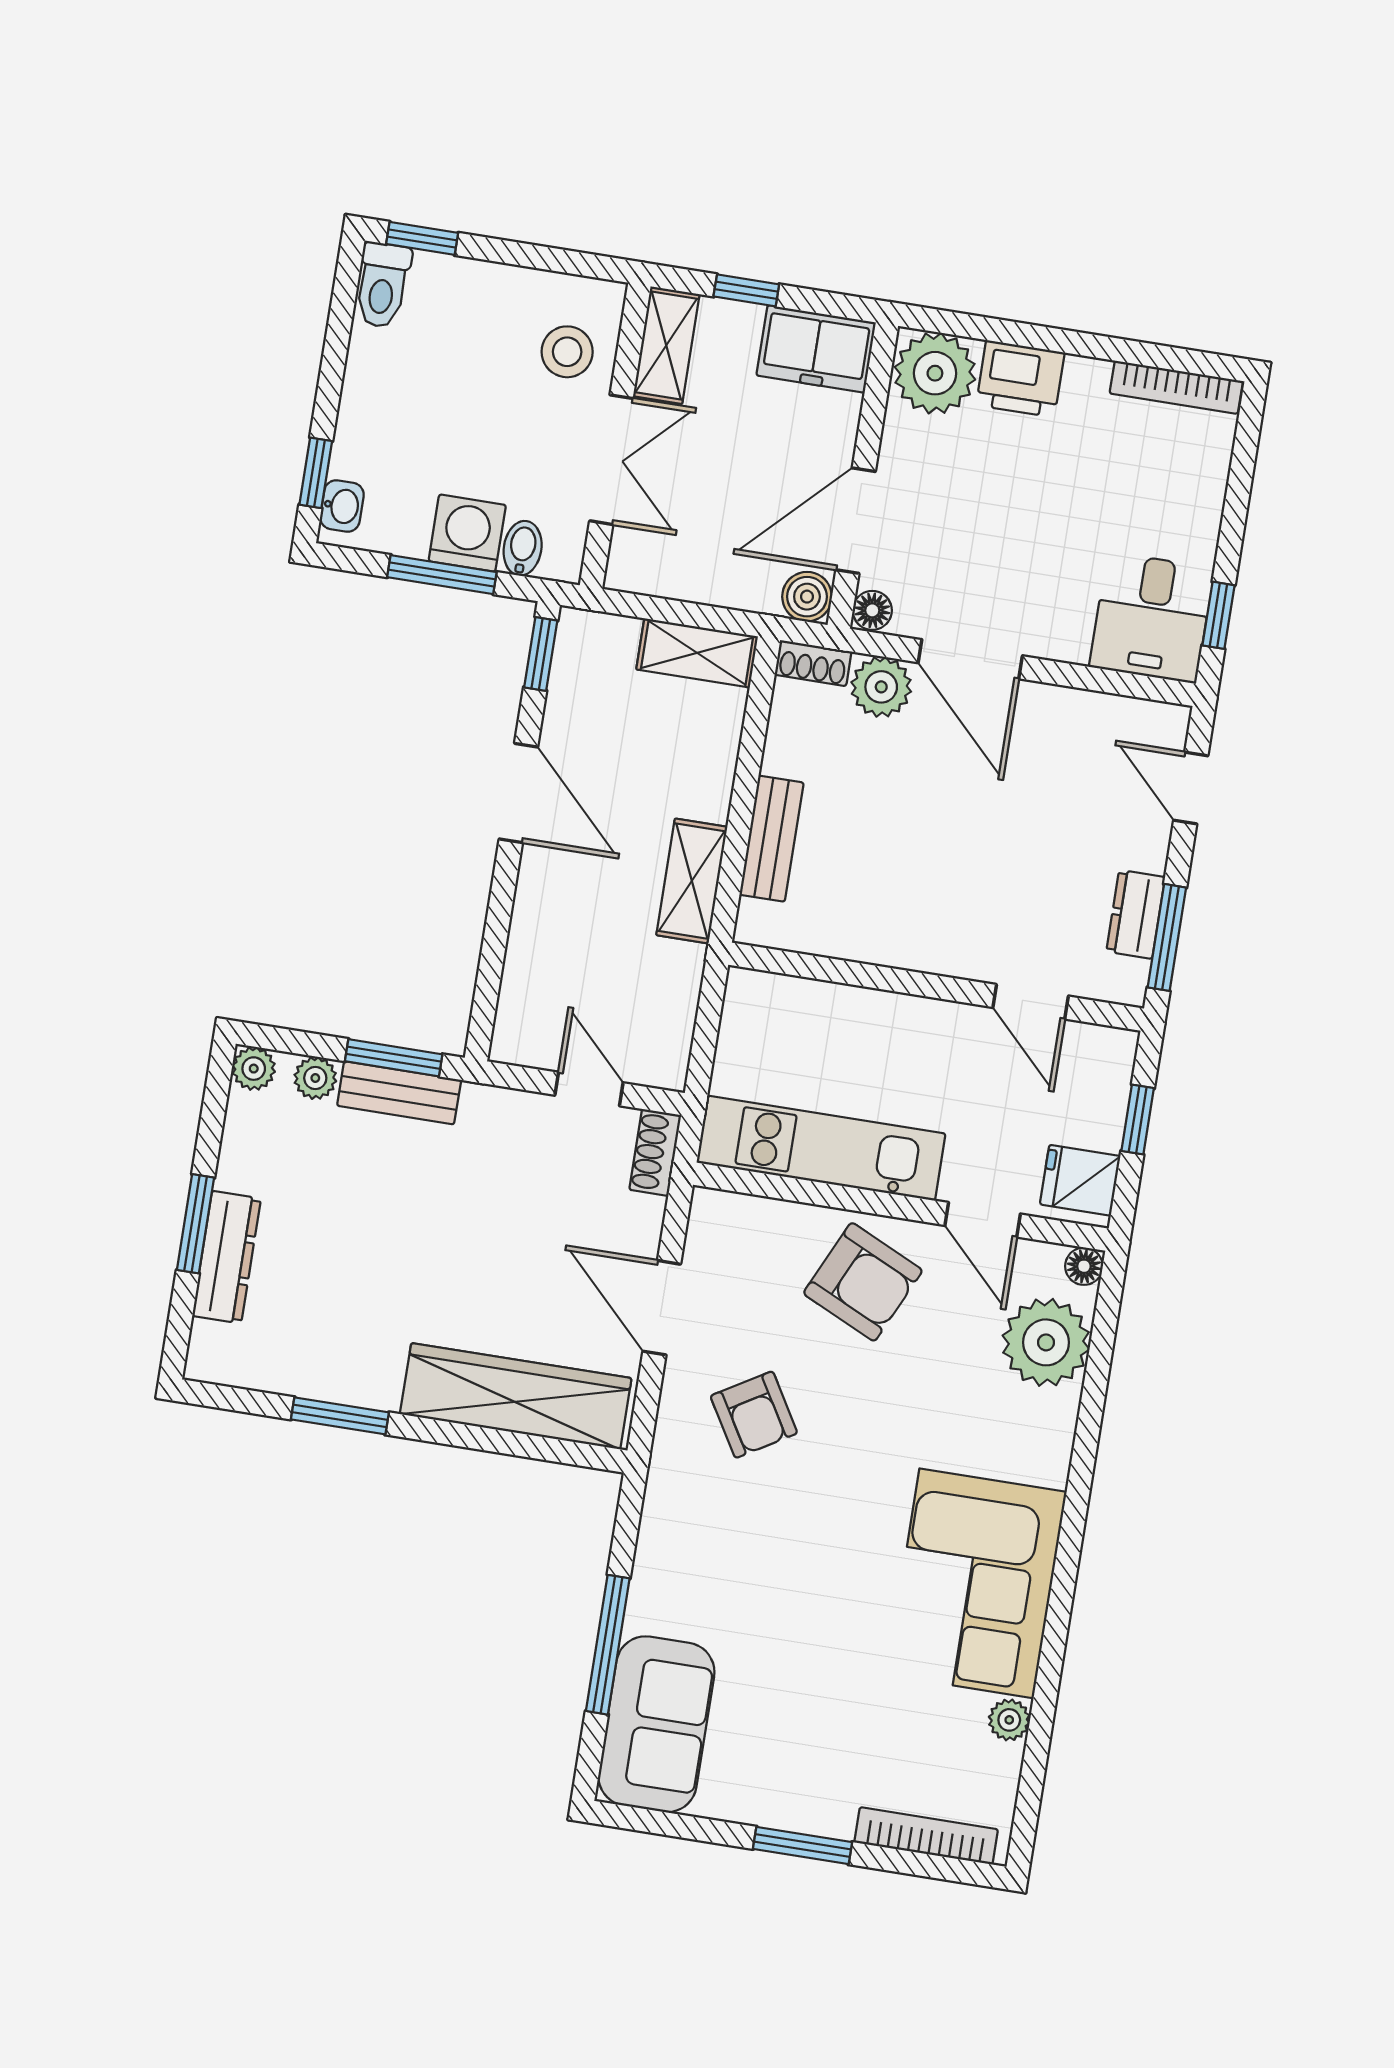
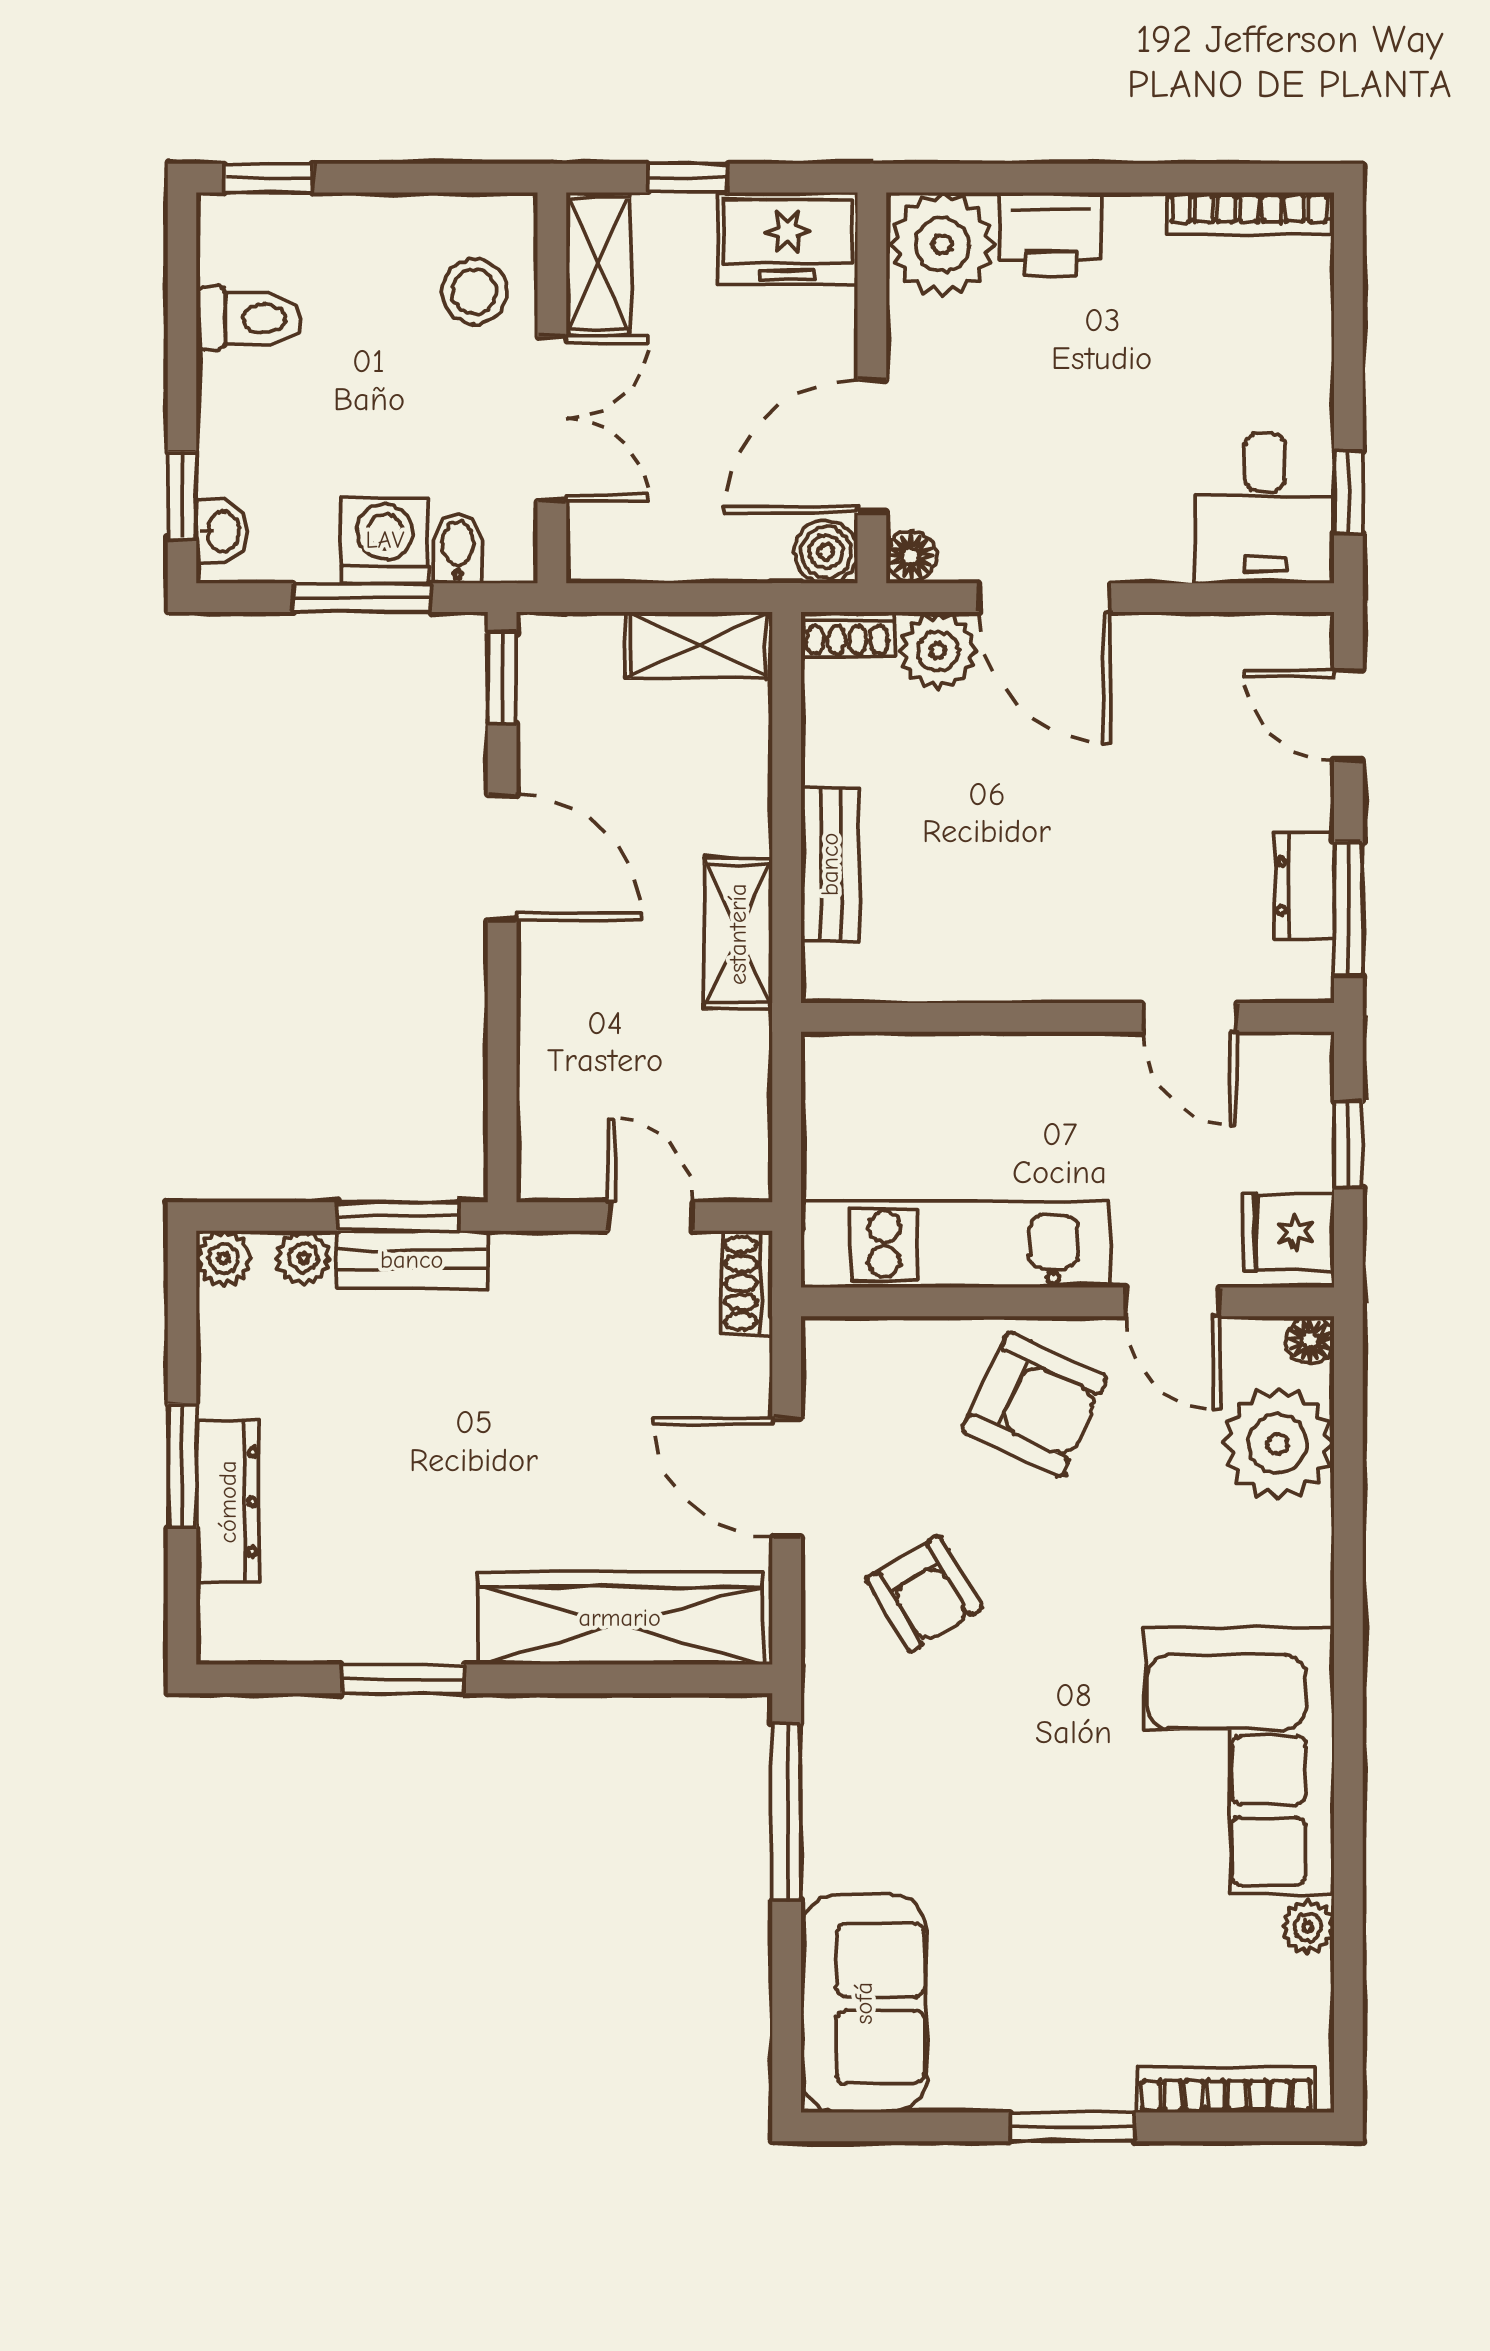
toilet: (383, 285) -> (249, 318), moved, turned -90
window: (608, 1645) -> (787, 1812), moved

